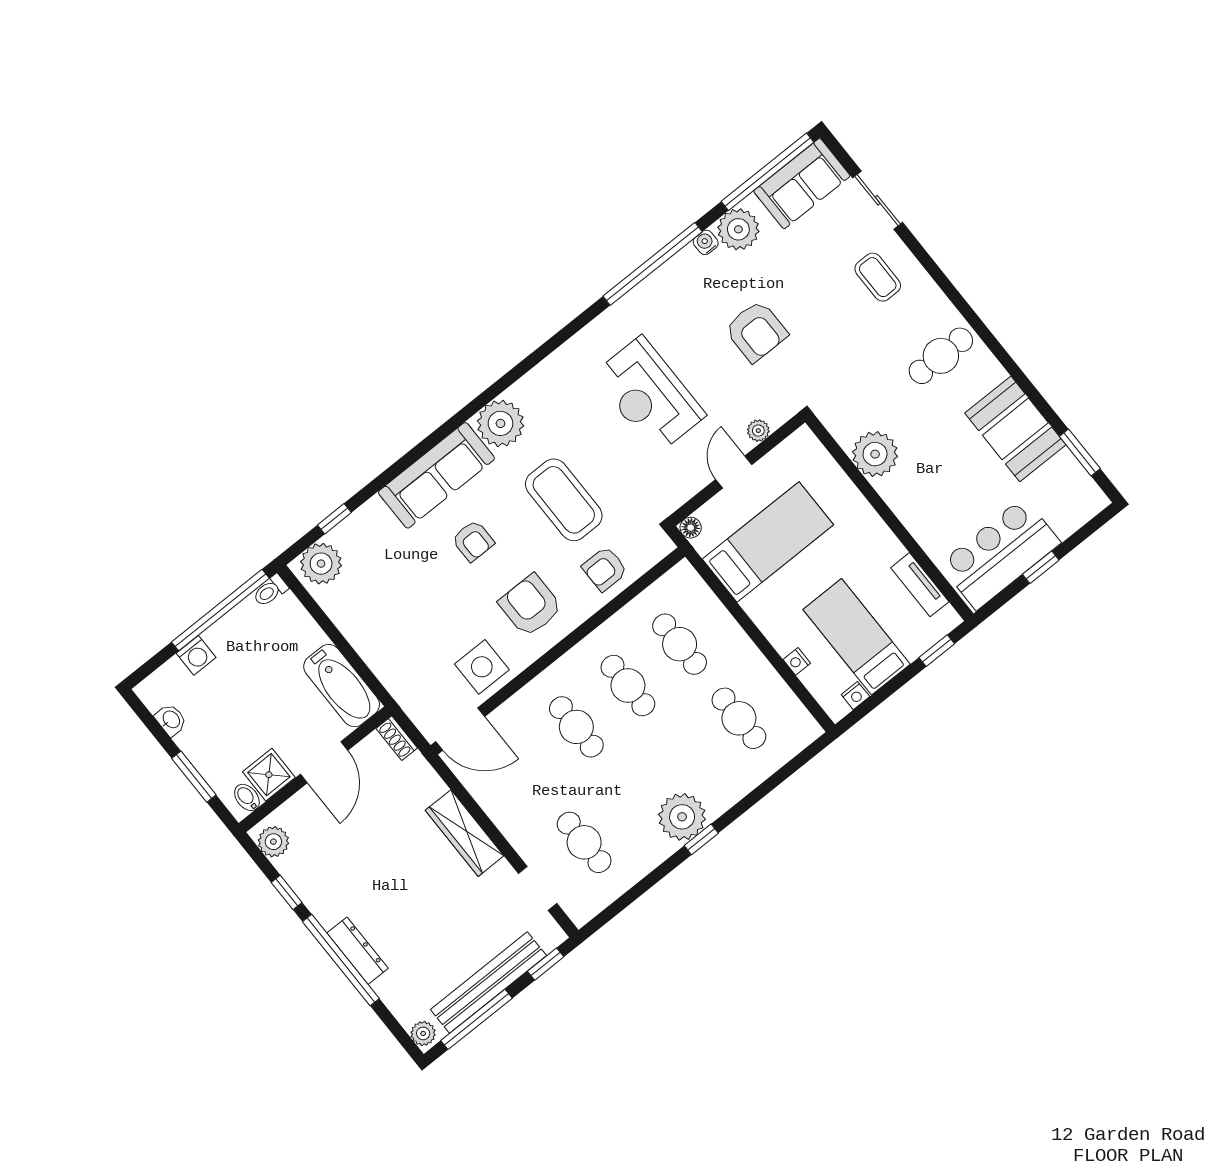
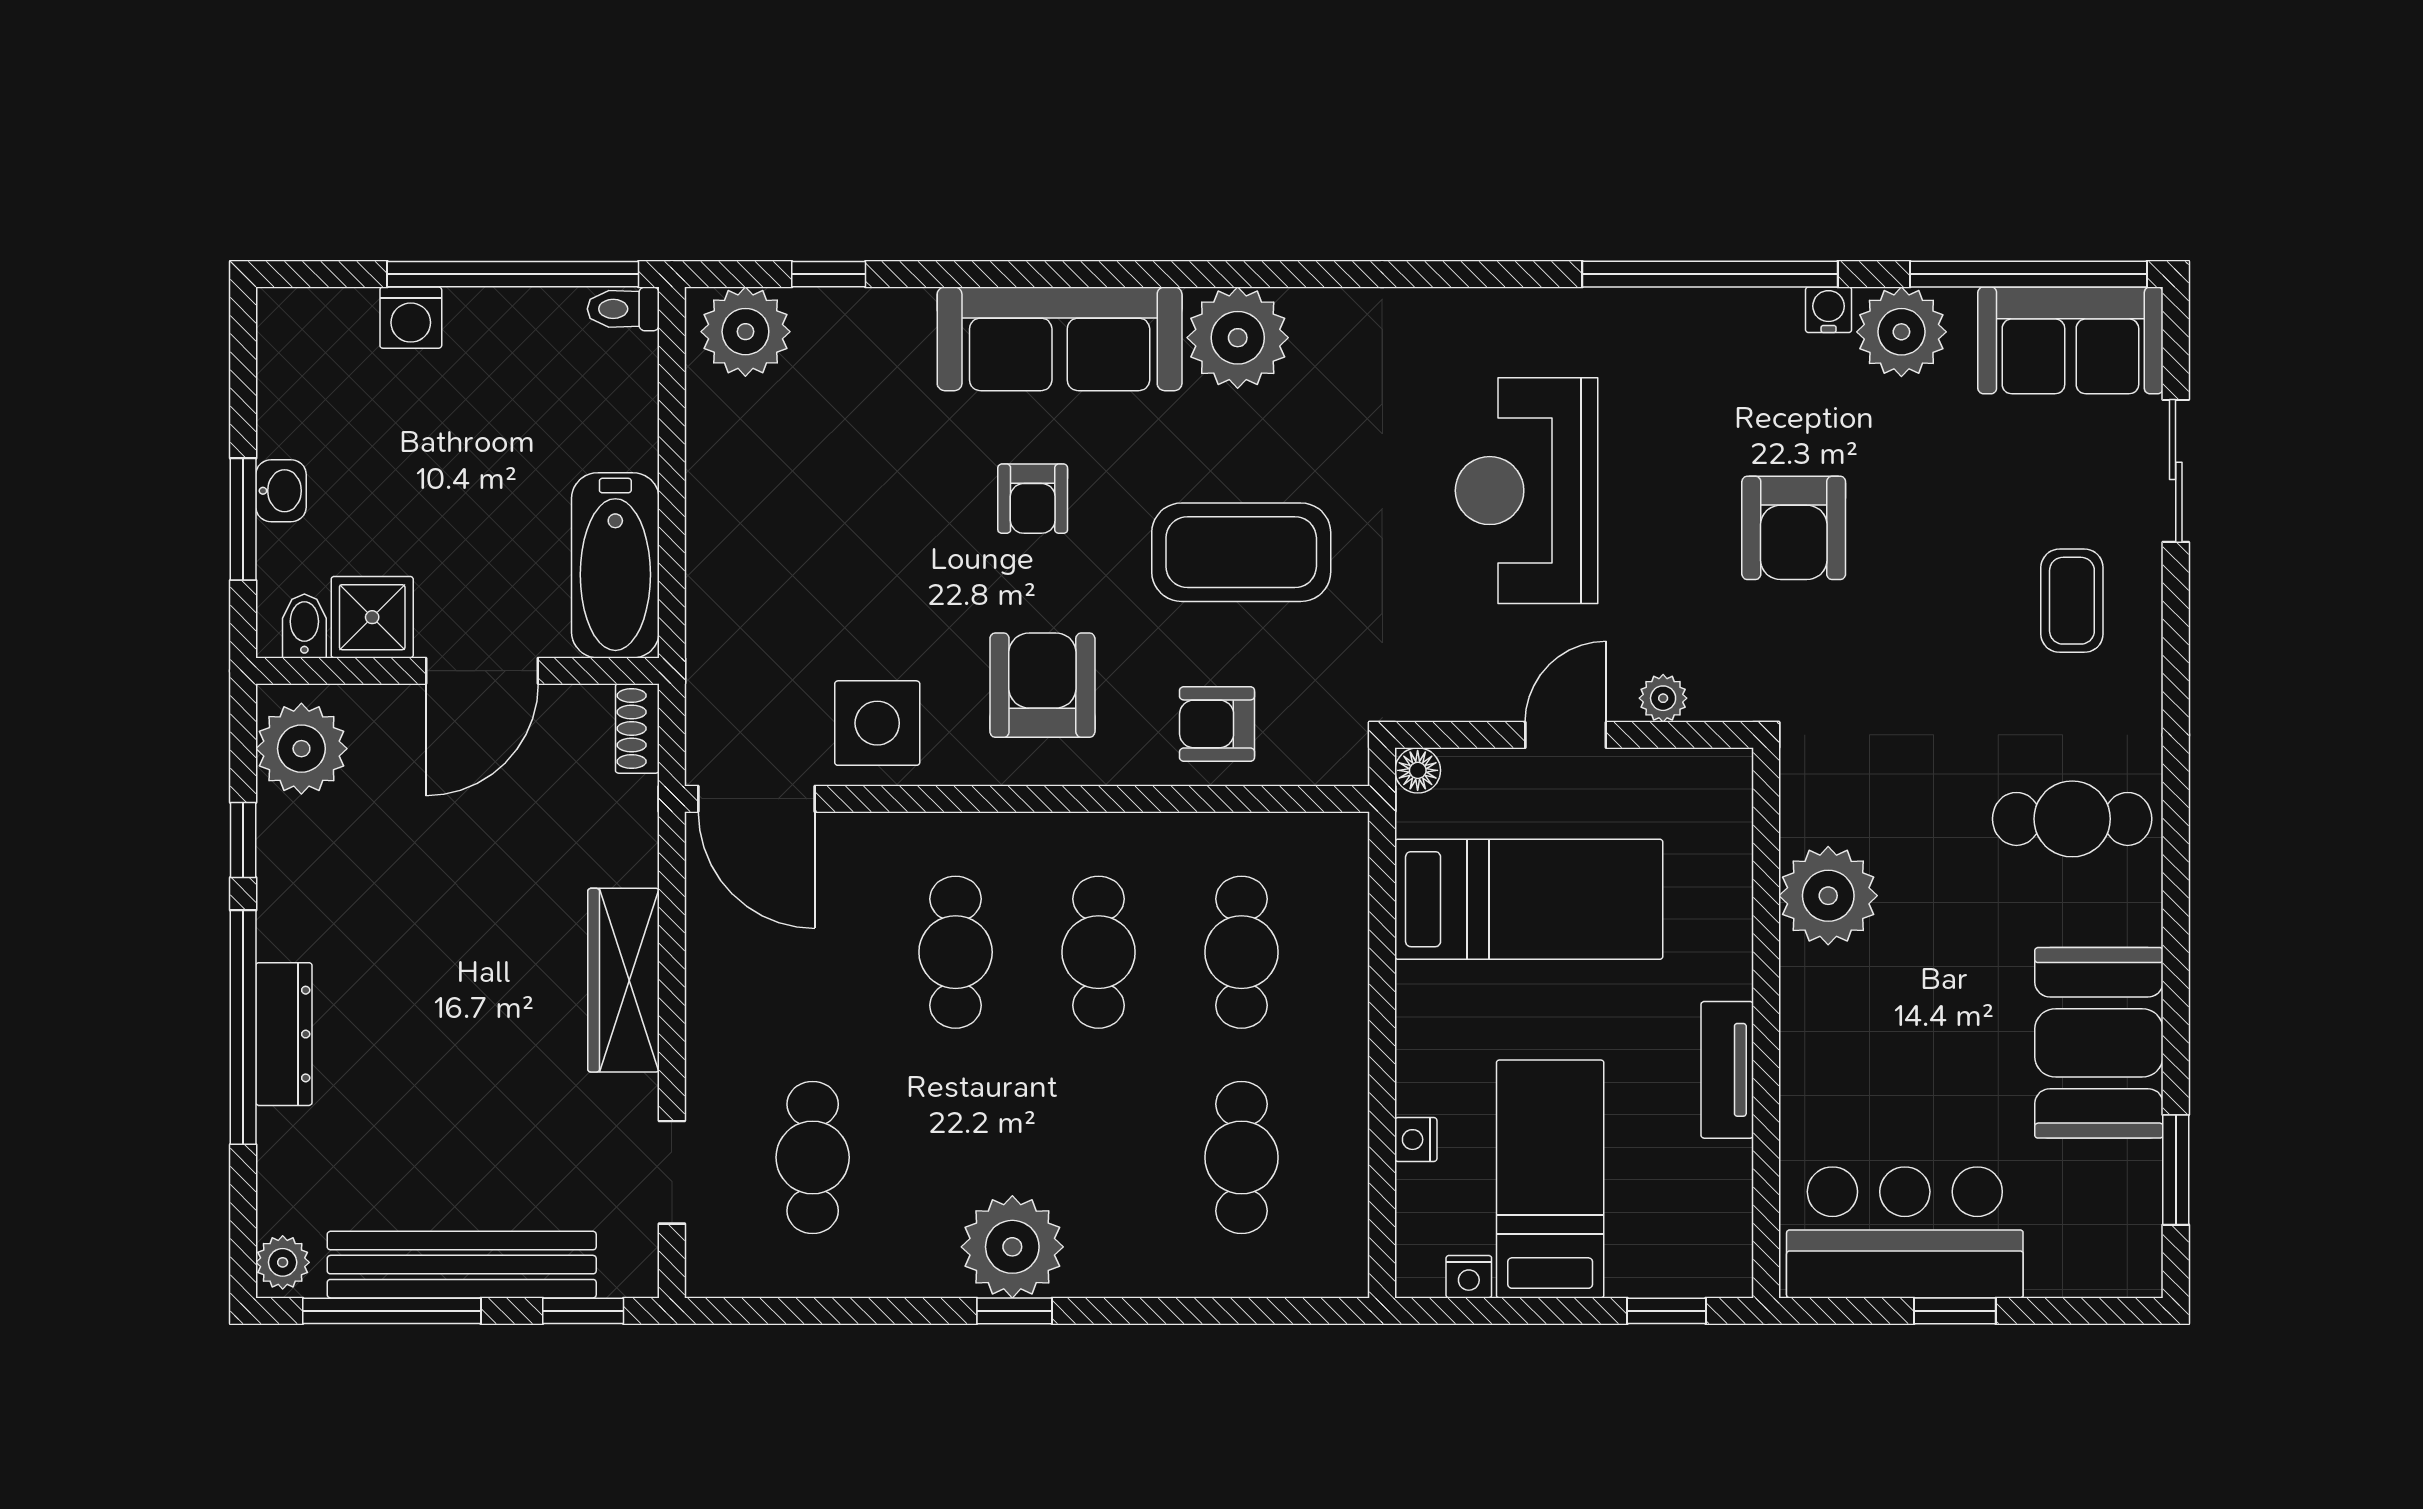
coffee table: (564, 500) -> (1241, 552), turned 90
tv unit: (920, 585) -> (1727, 1070), moved
washbasin: (171, 720) -> (281, 491), moved
plant: (273, 842) -> (301, 749), width x1.36, depth x1.36

